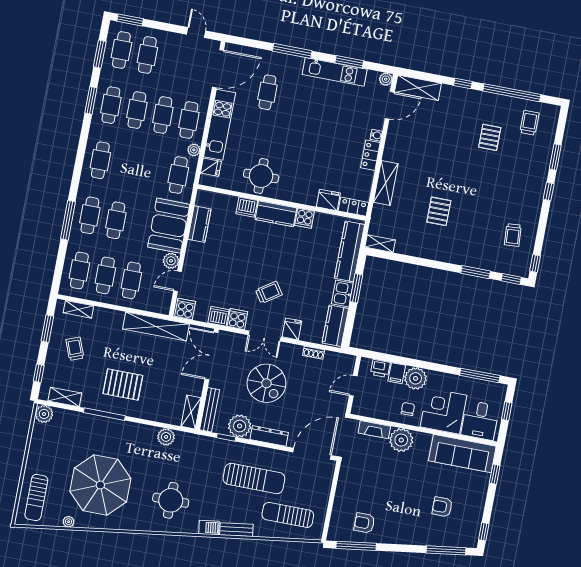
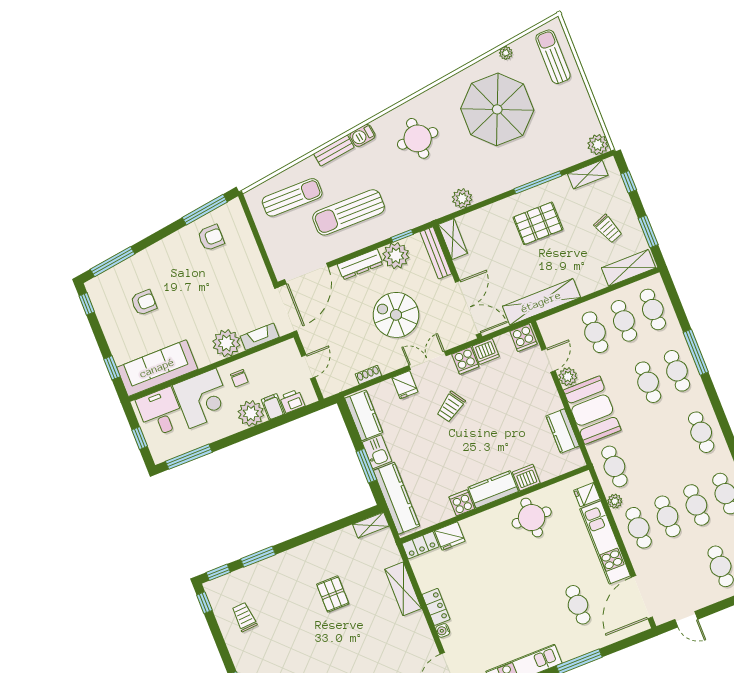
shelving: (78, 309) -> (628, 268), width x1.50, depth x1.33

